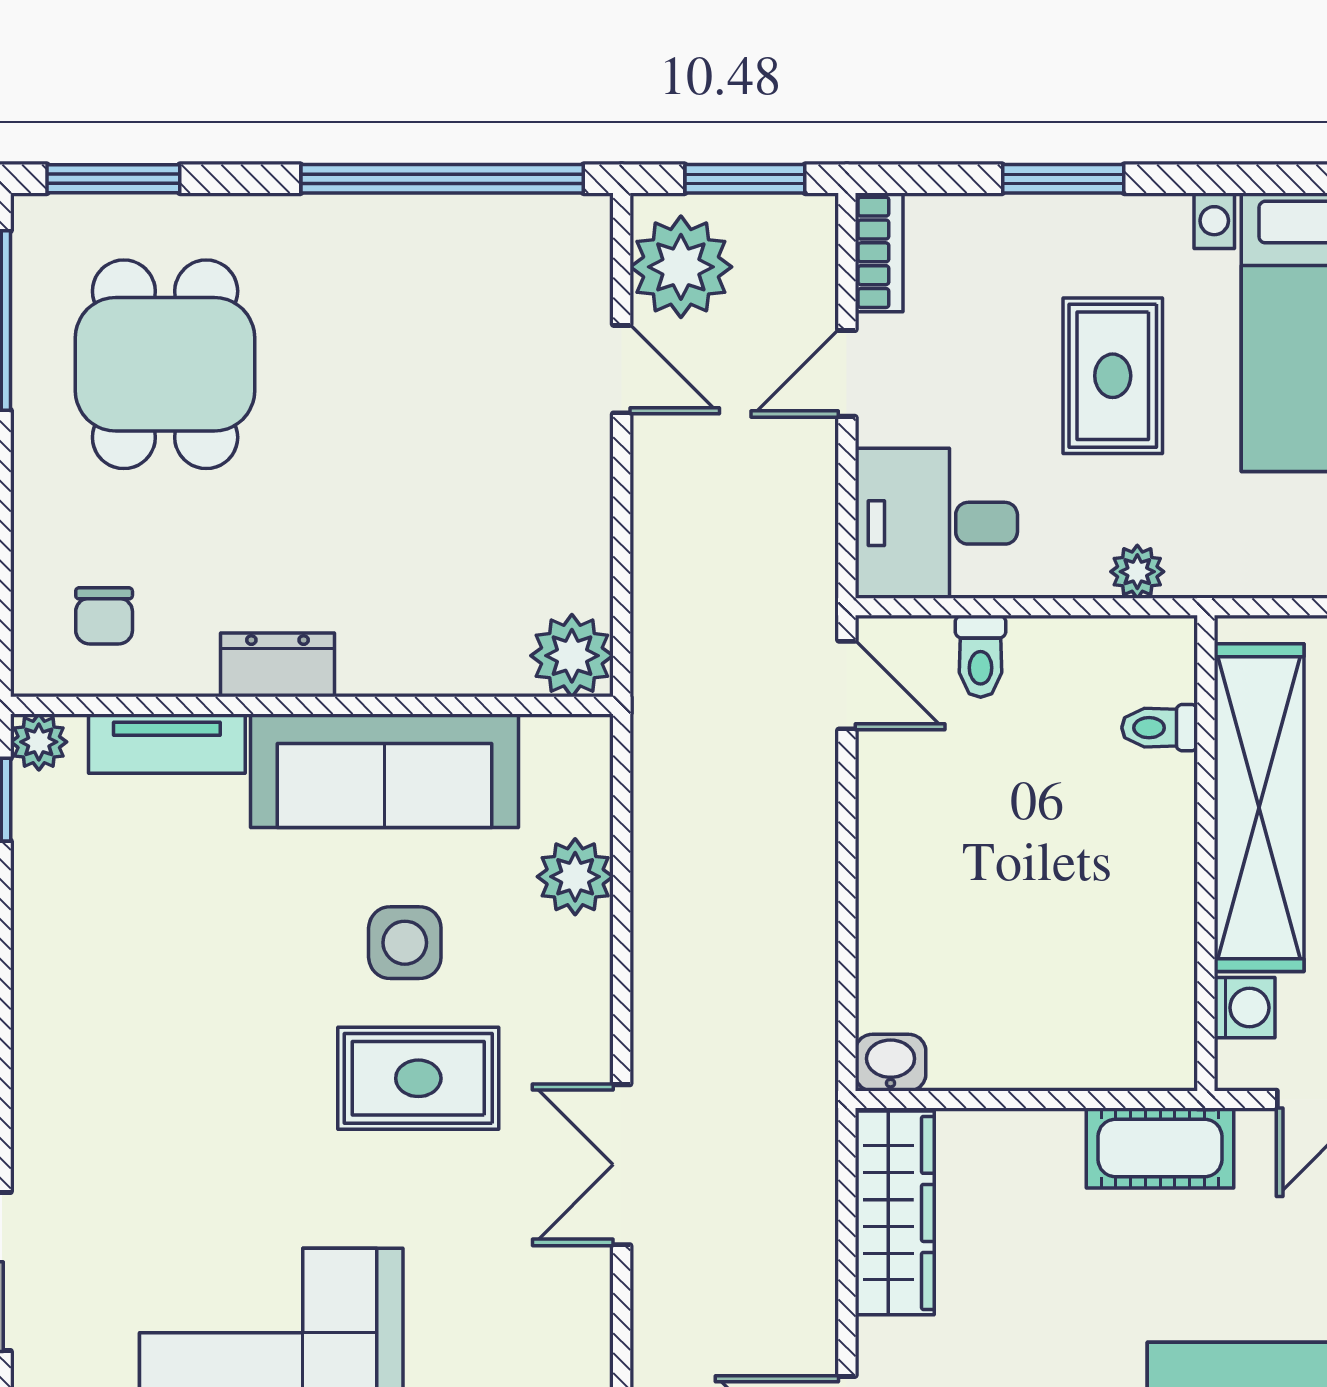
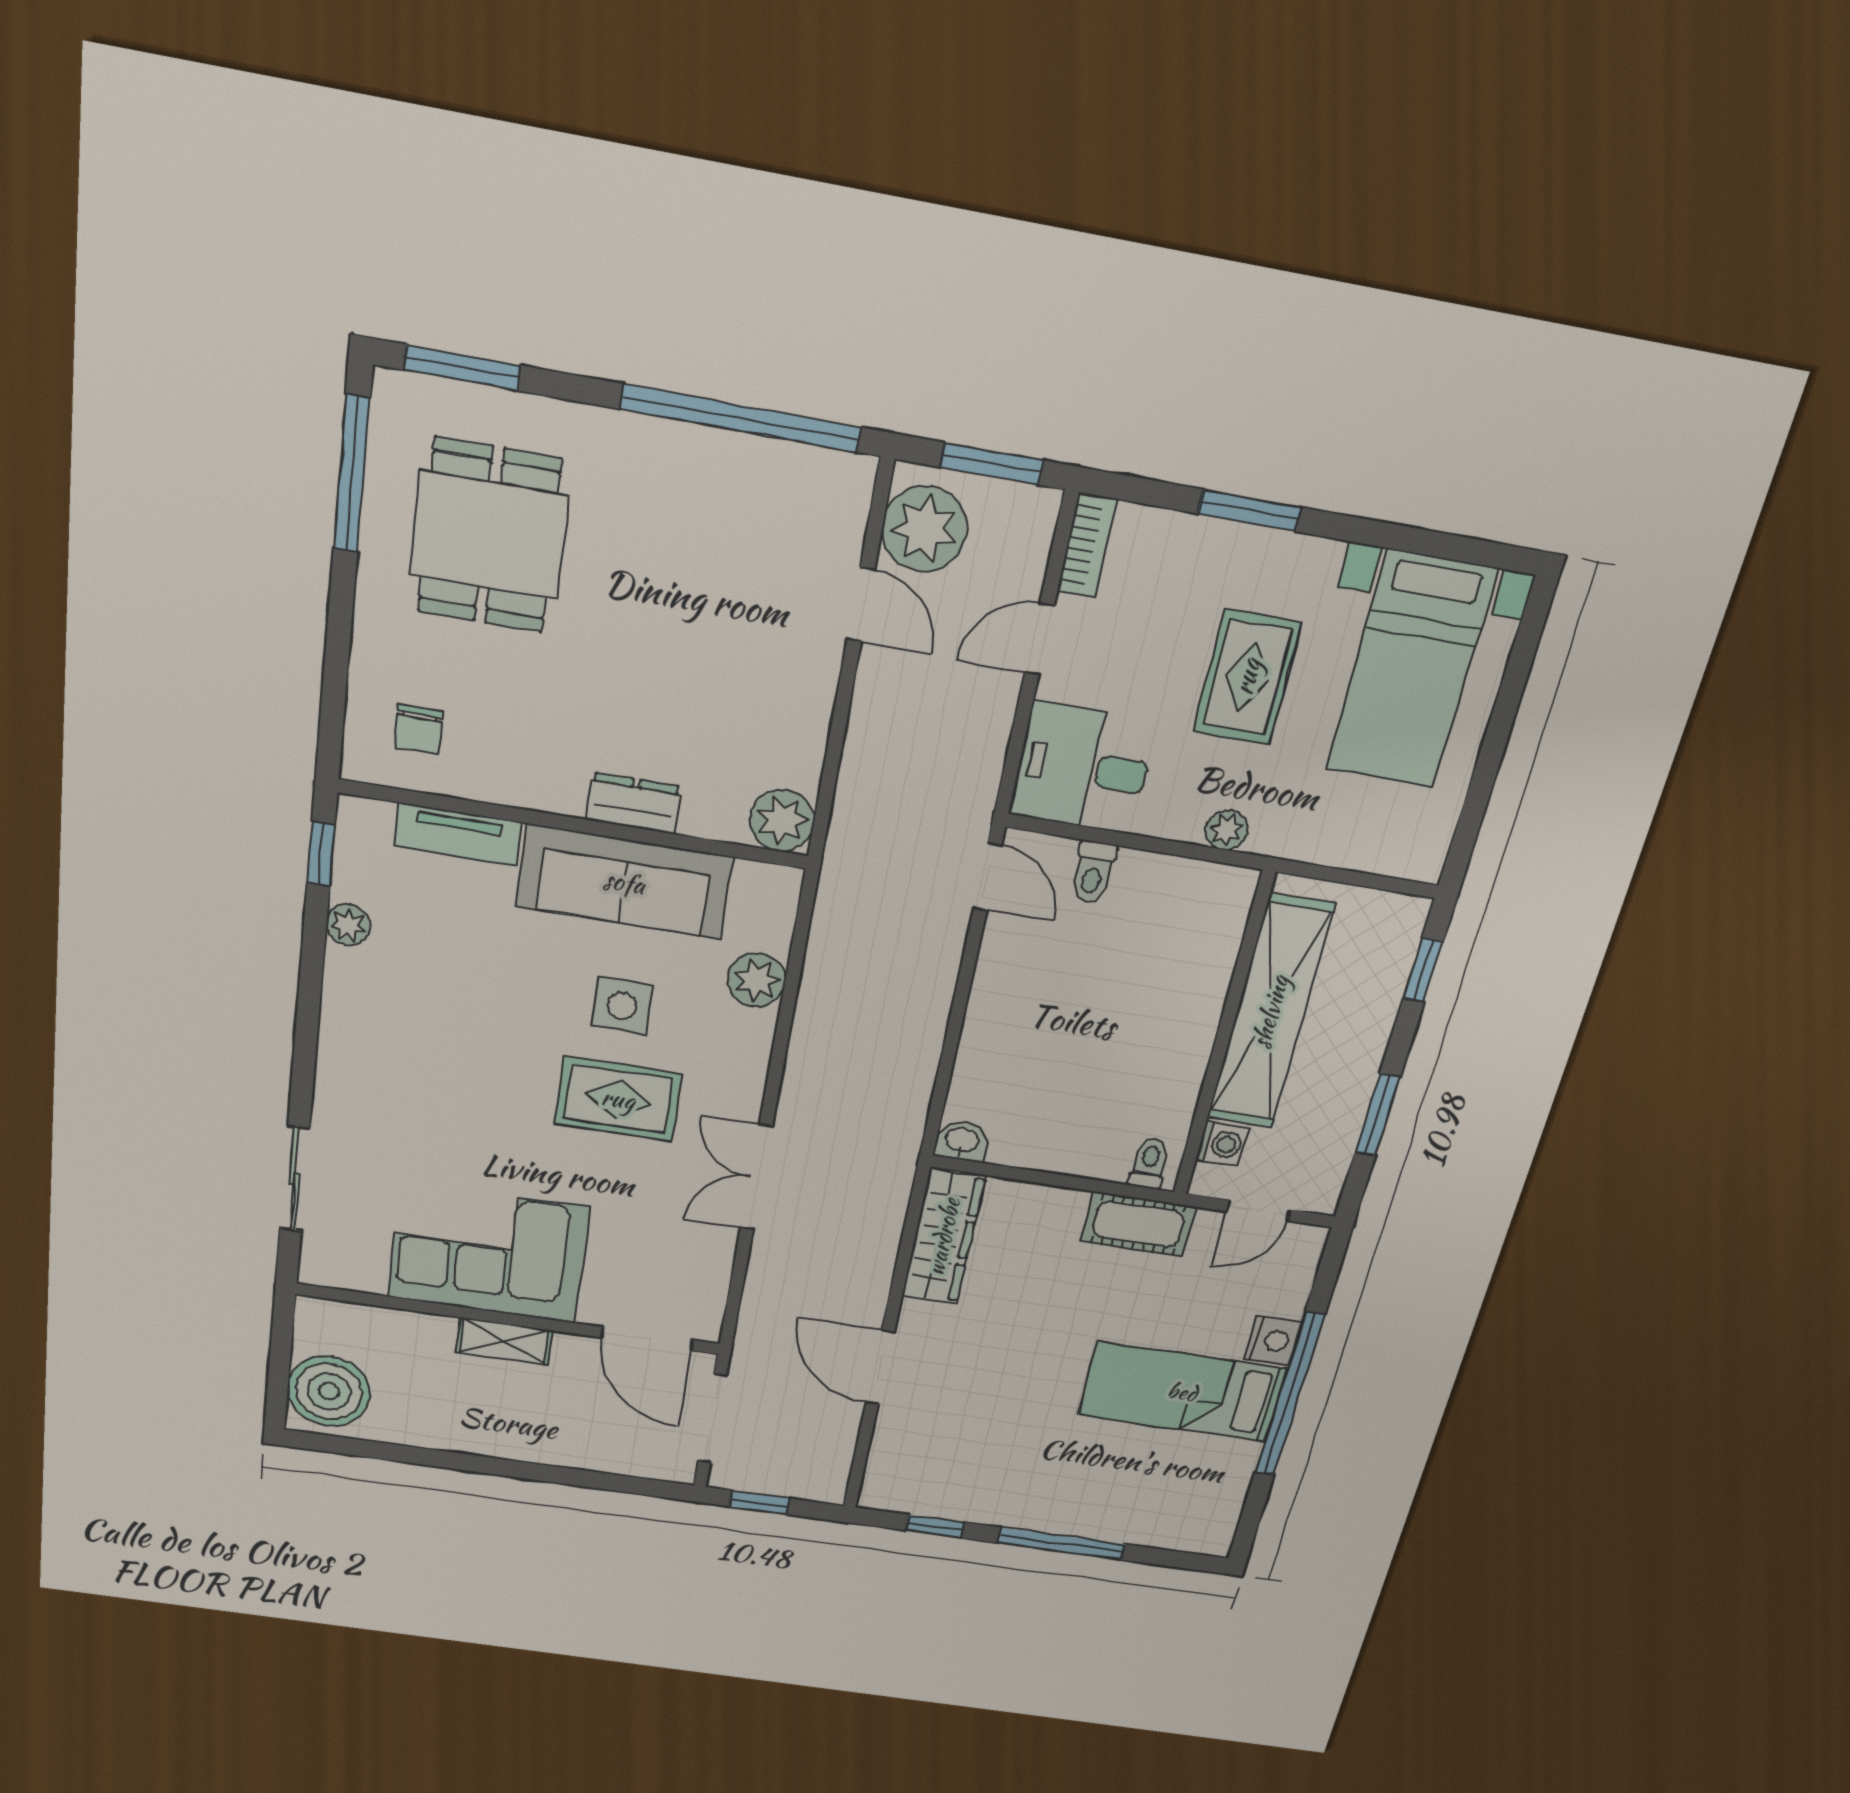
dresser: (277, 665) -> (634, 803), moved
toilet: (1160, 728) -> (1150, 1163), moved, turned 90
plant: (39, 742) -> (348, 925), moved

